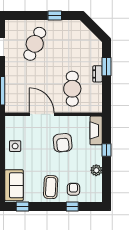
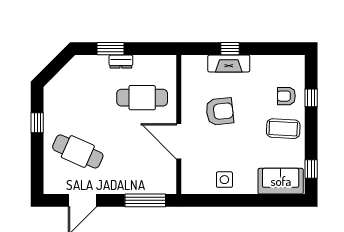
door: (42, 114) -> (179, 141), hinge flipped
fireplace: (96, 130) -> (229, 63), moved
plant: (96, 170) -> (259, 63), removed

